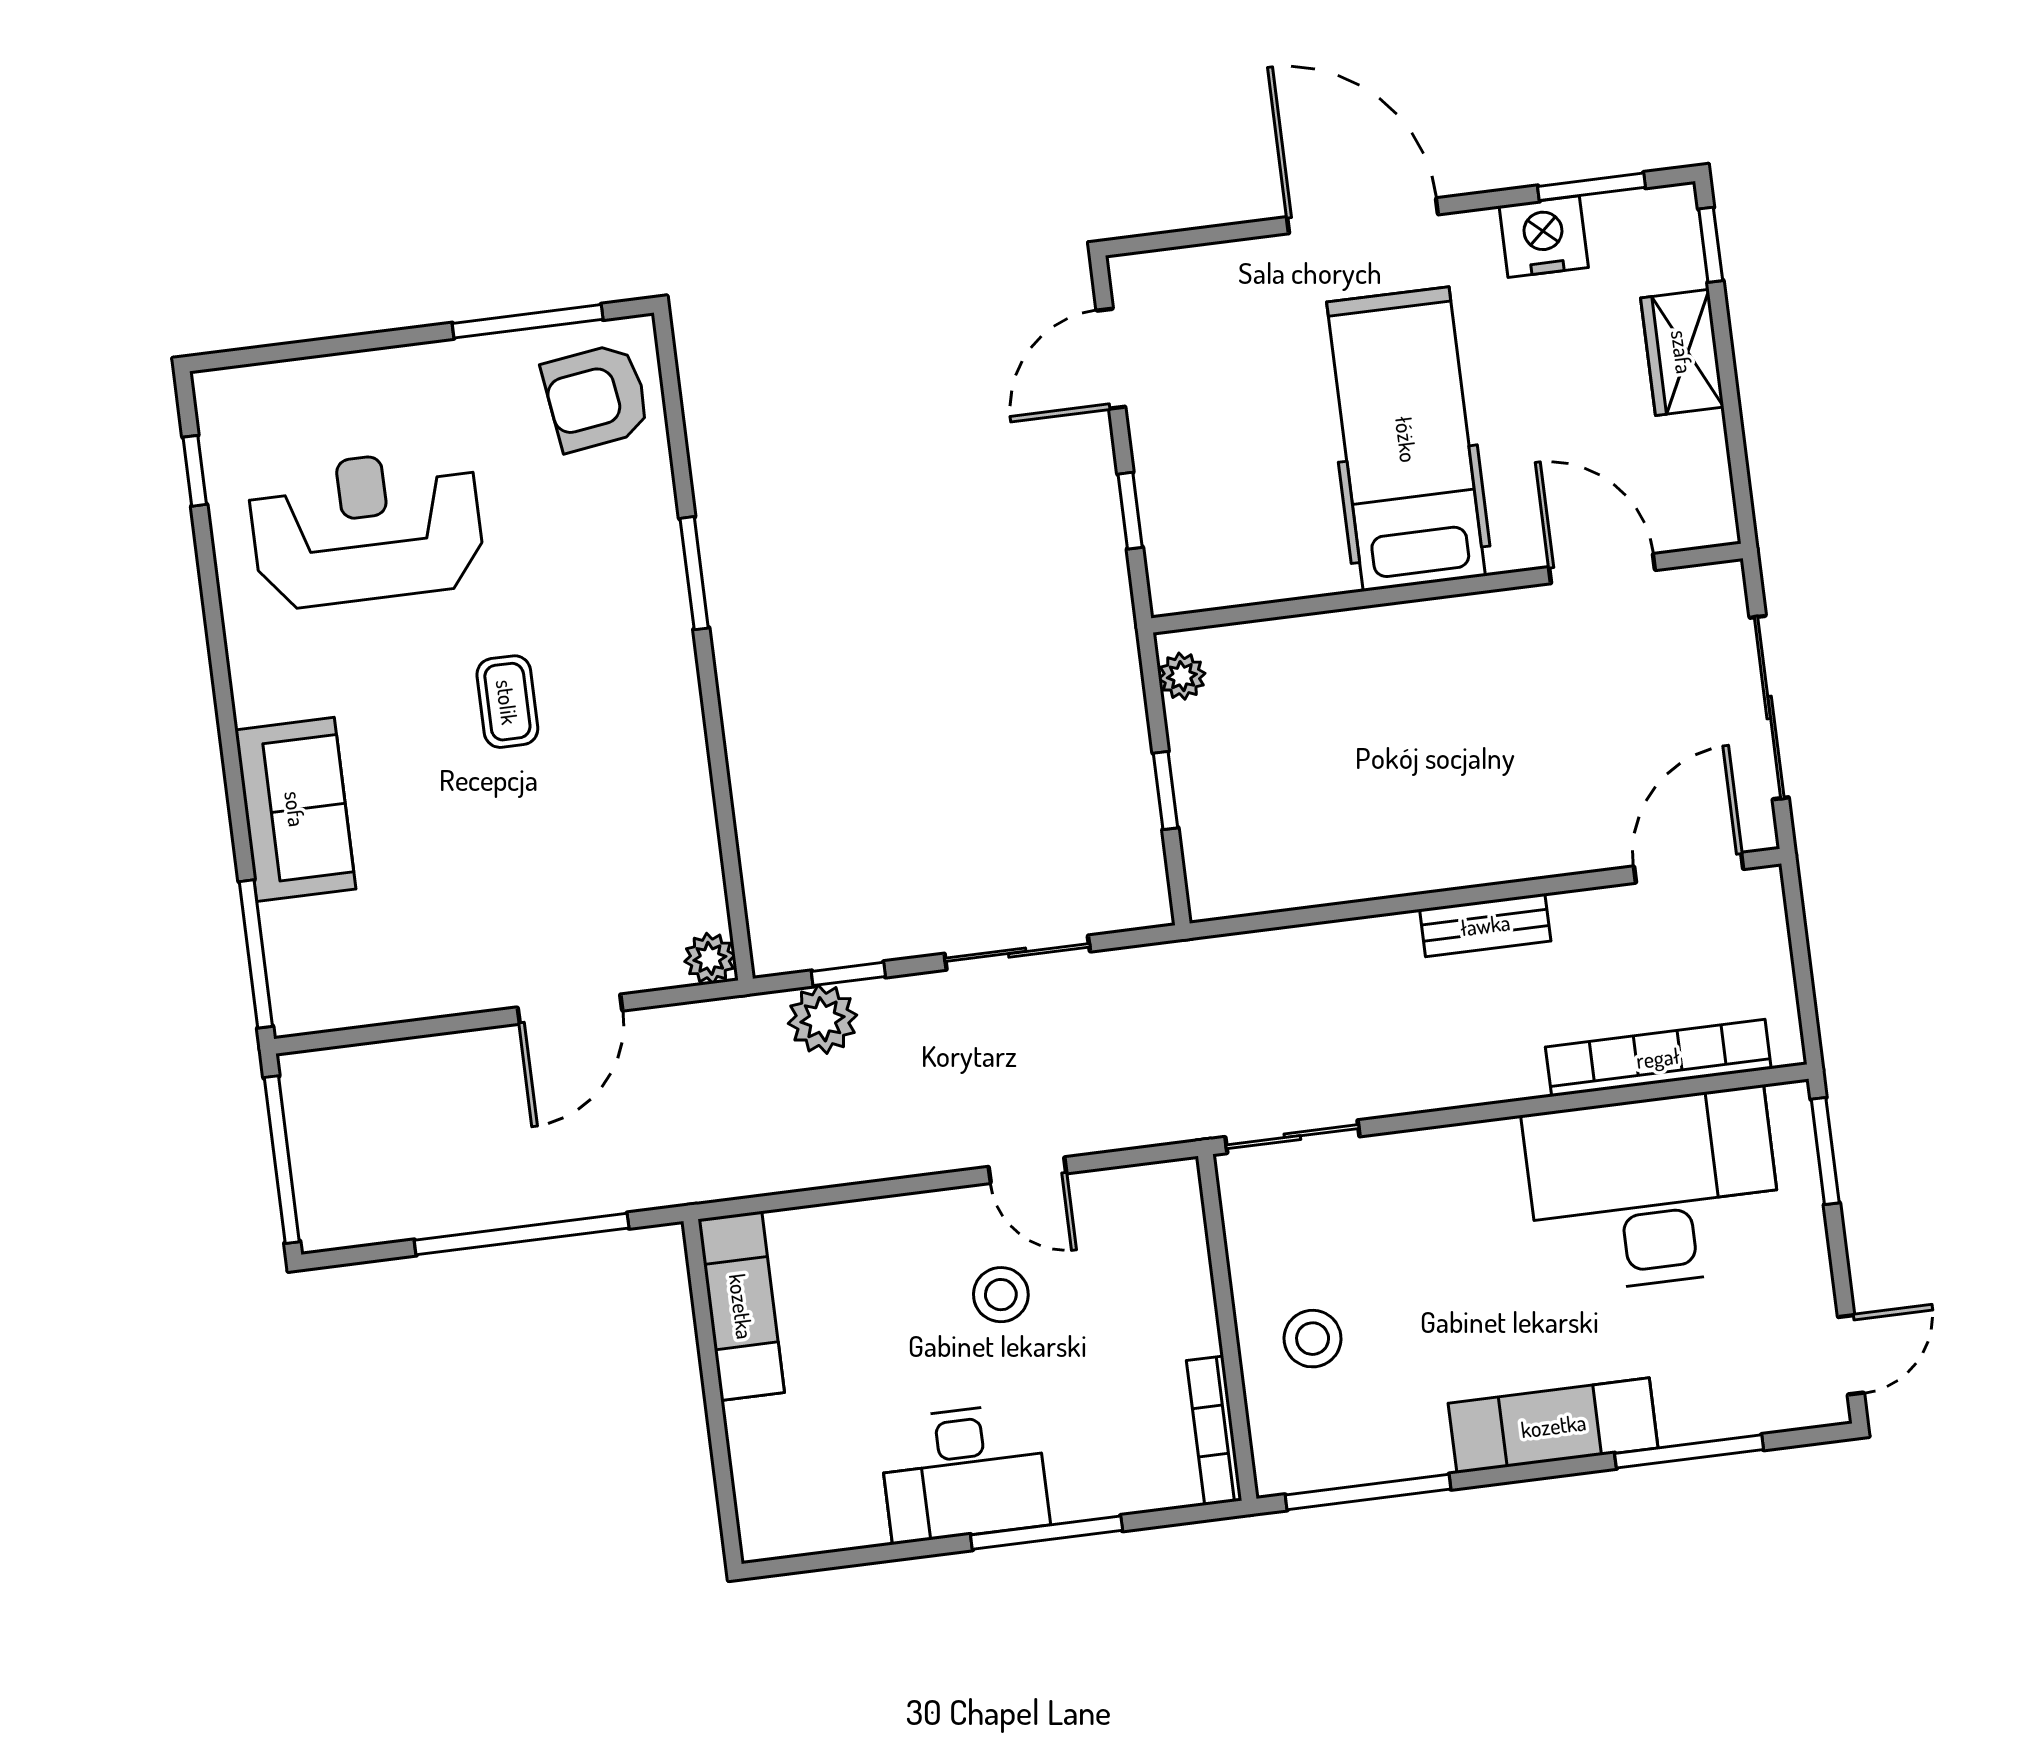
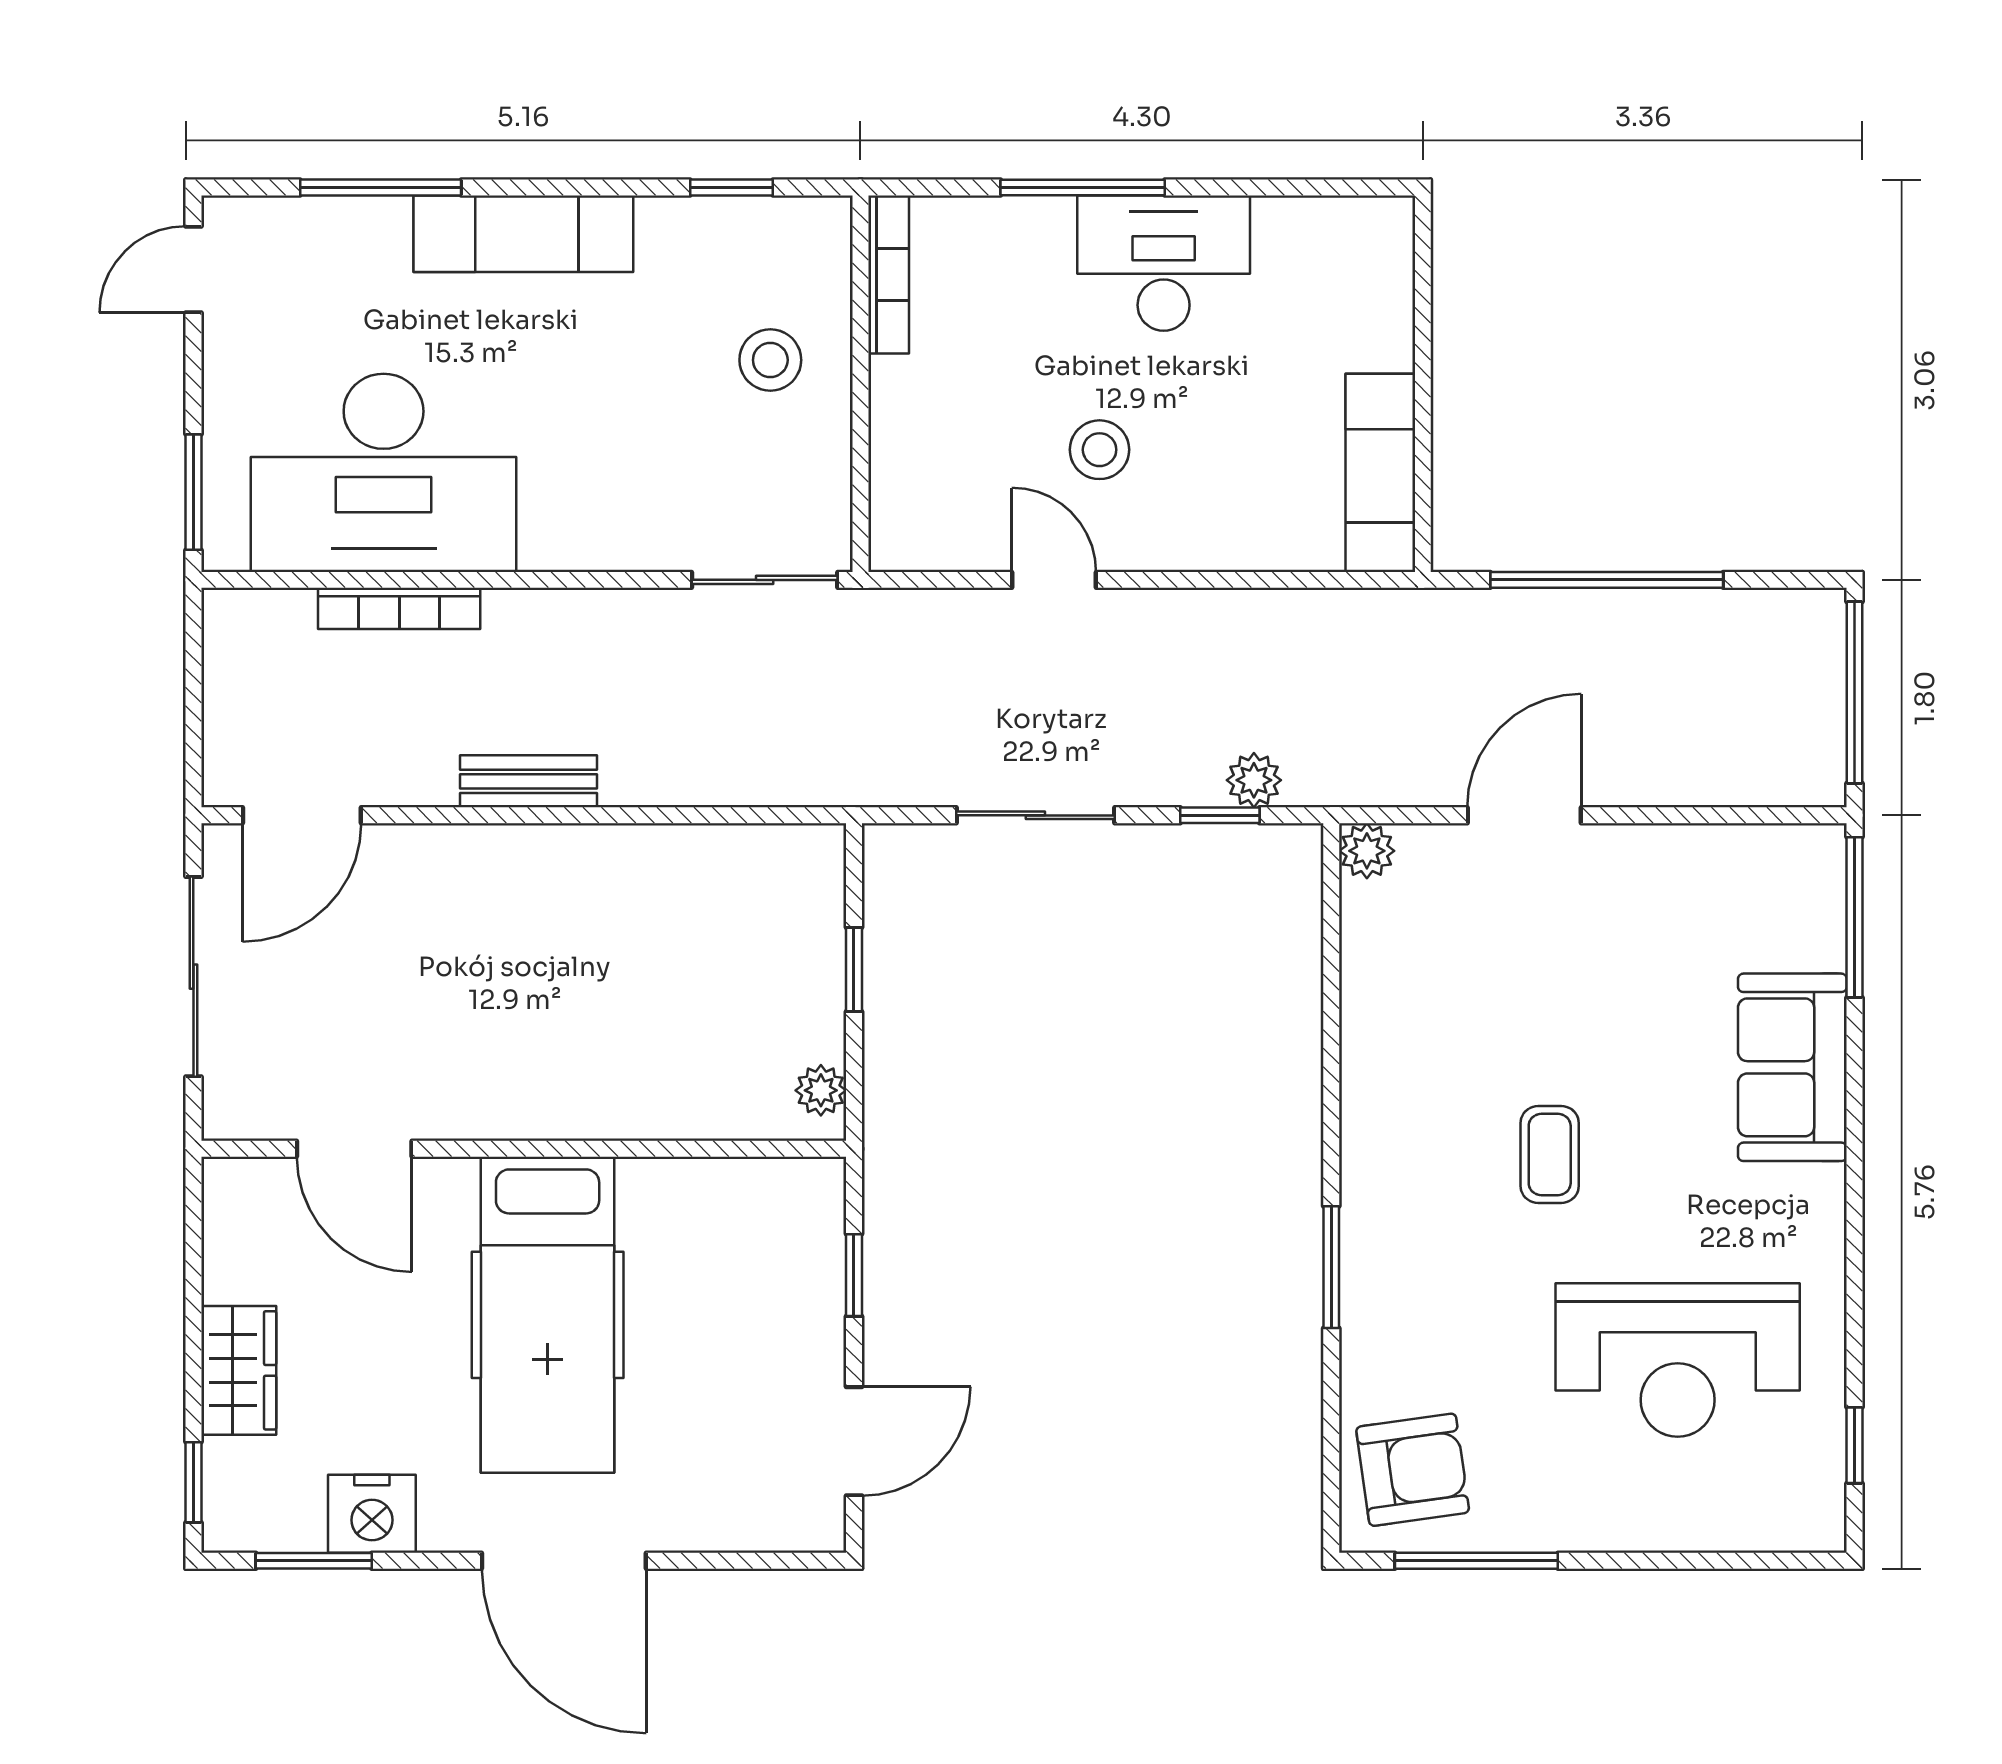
plant: (823, 1019) -> (1254, 780), width x0.73, depth x0.73
bookcase: (1658, 1058) -> (399, 608), width x0.68, depth x0.76
window: (1368, 1492) -> (731, 188), width x0.46

